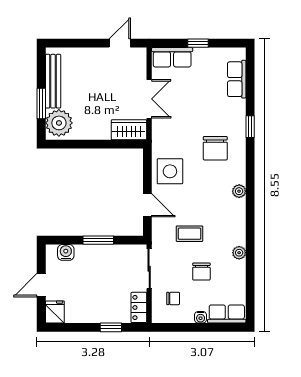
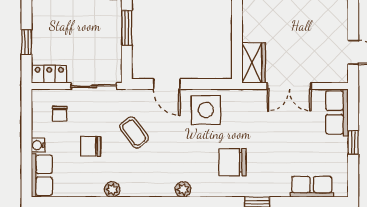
door: (147, 205) -> (167, 84), hinge flipped
coffee table: (189, 234) -> (134, 132), turned -37

